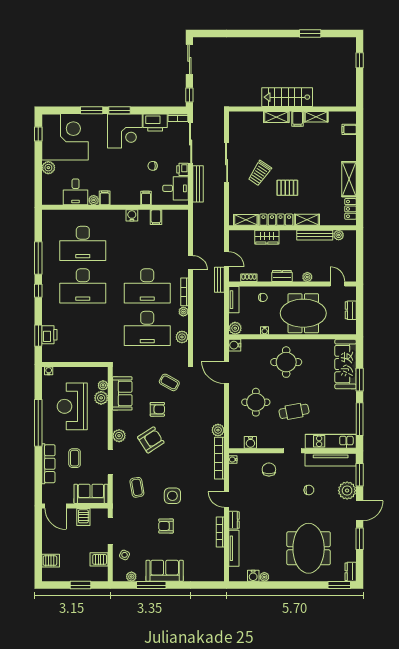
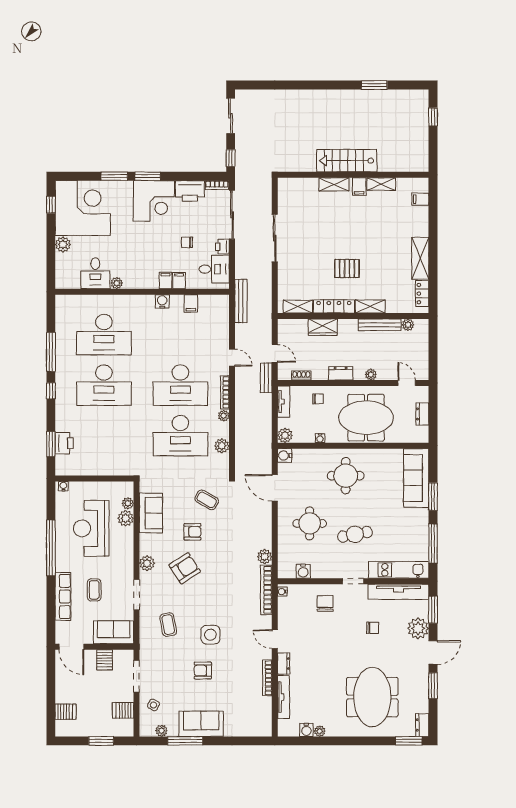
trolley: (260, 173) -> (314, 251), removed
bench: (198, 184) -> (241, 301), moved
filing cabinet: (105, 198) -> (166, 281), moved

